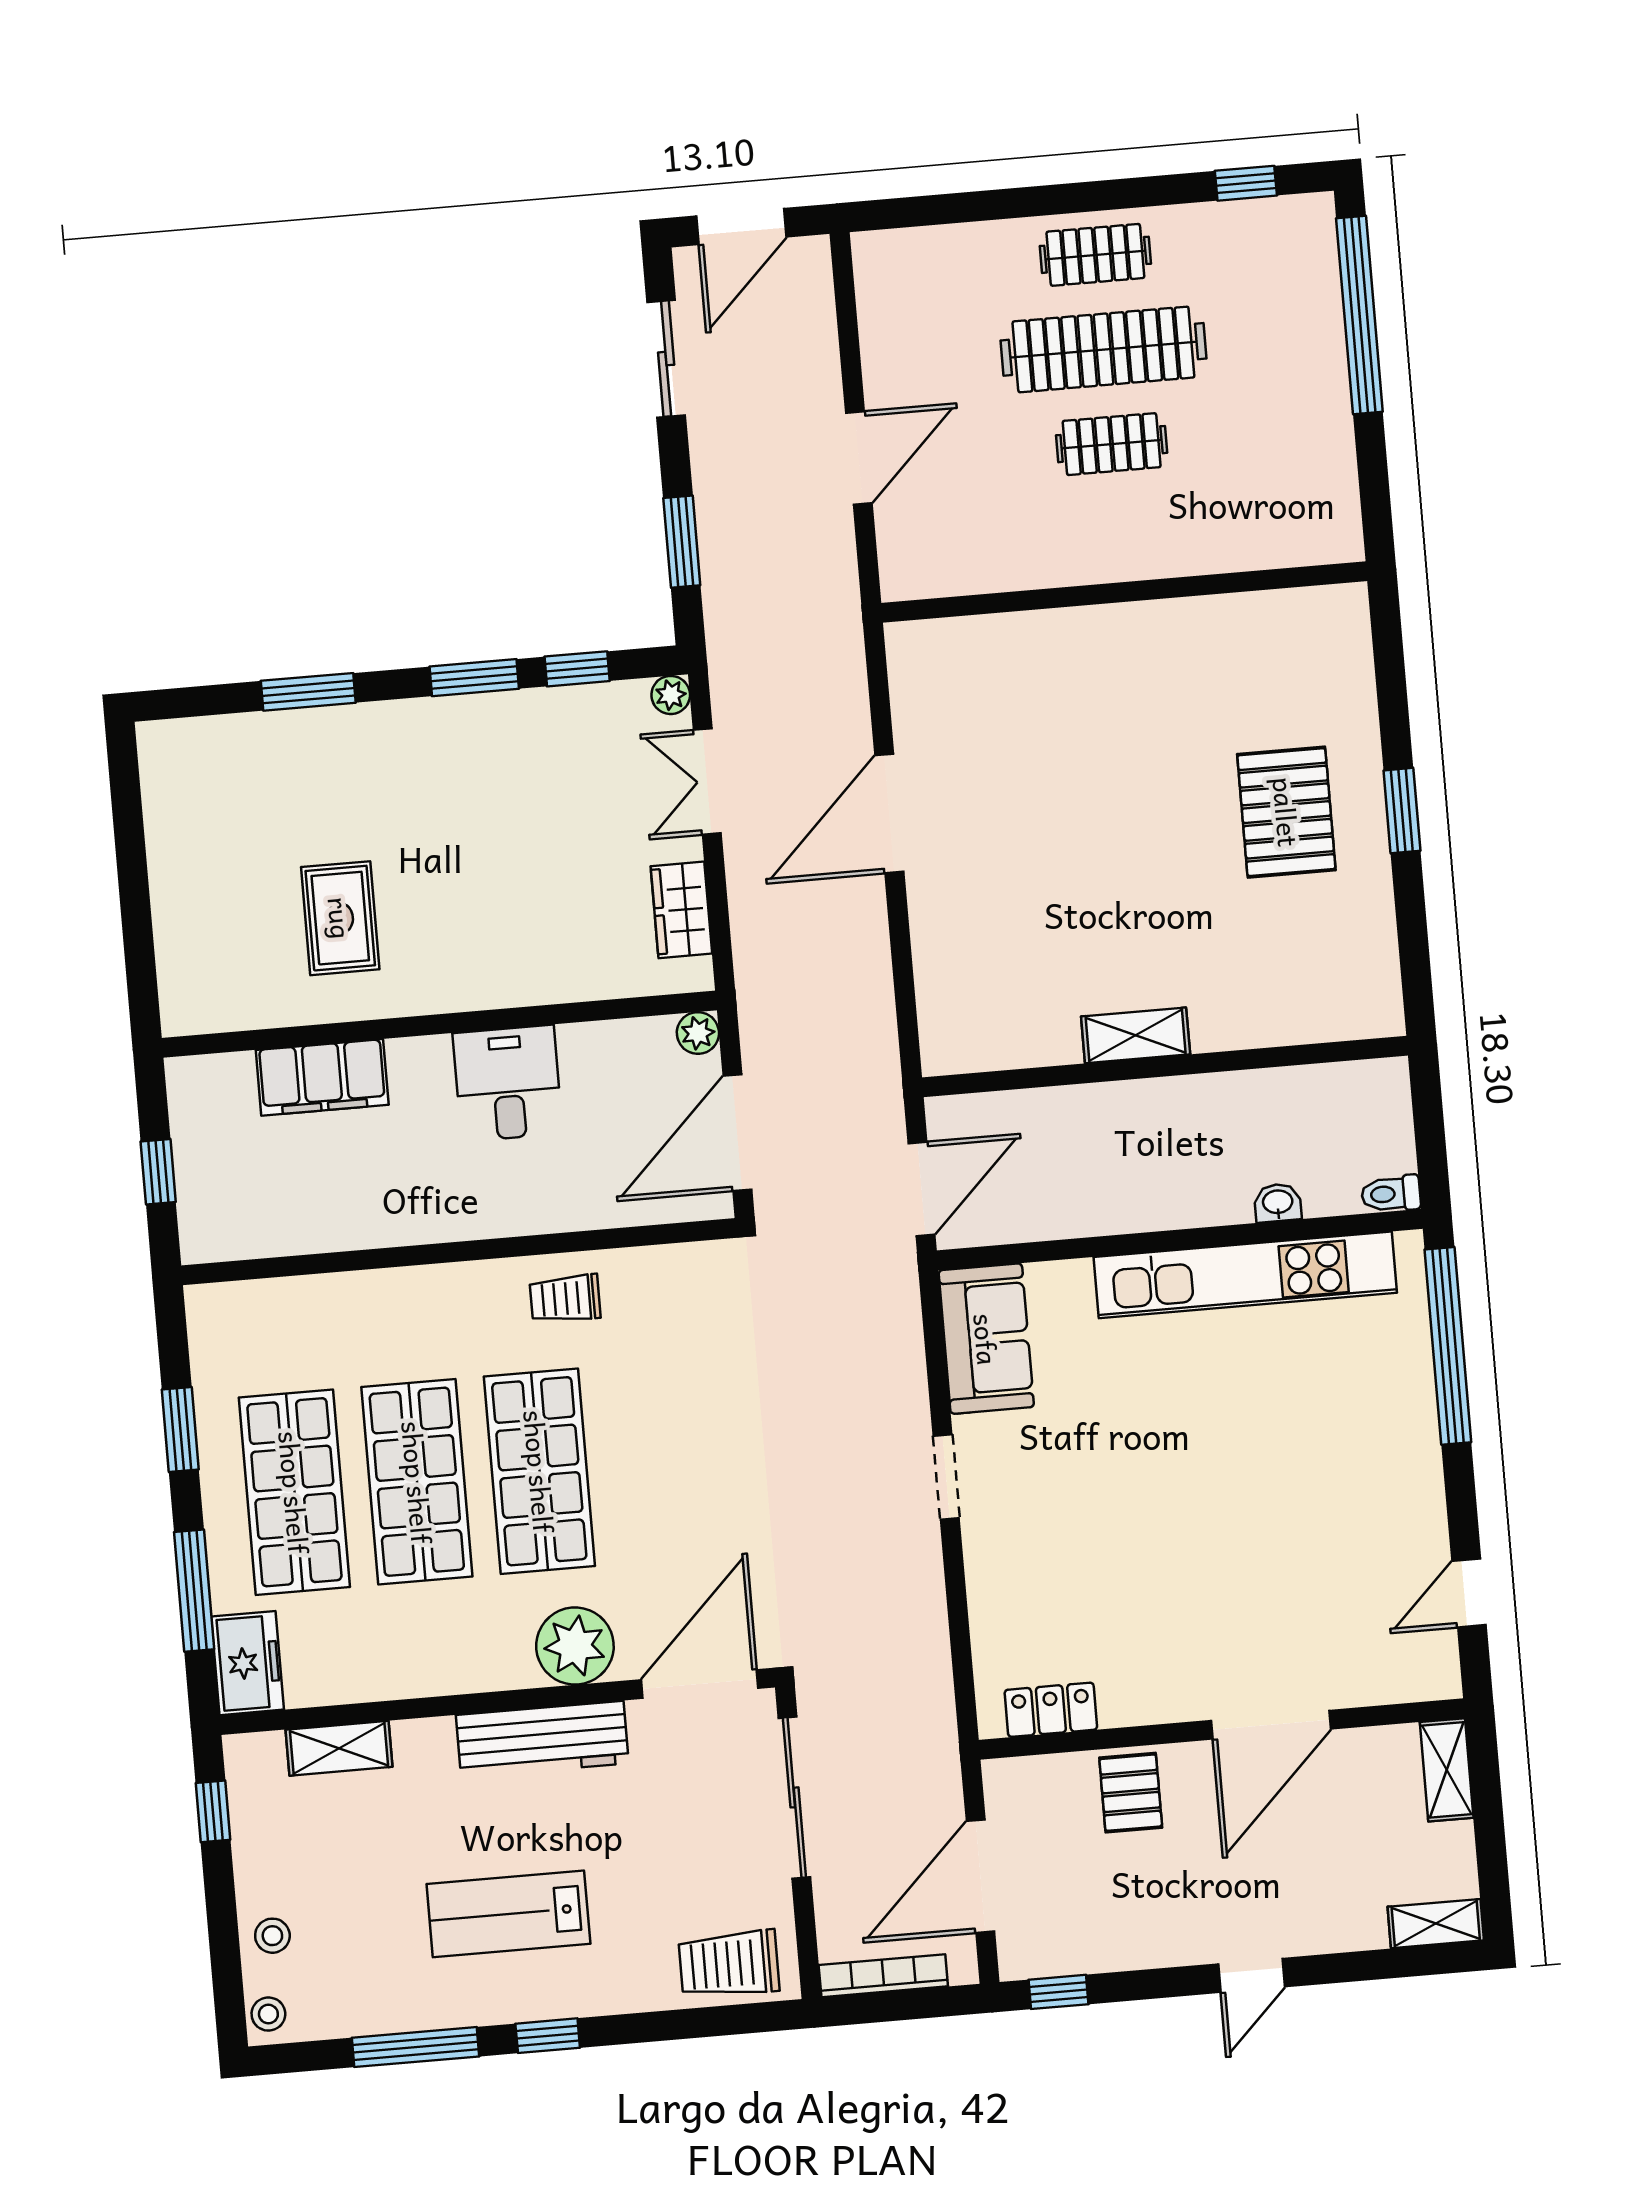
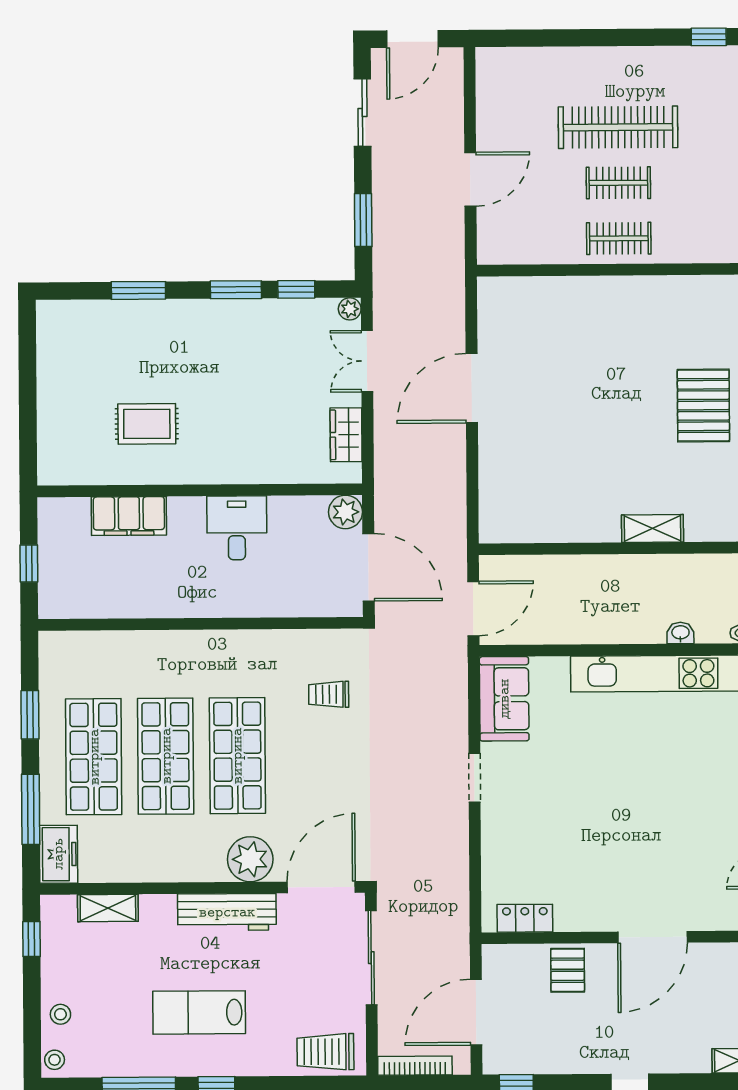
clothes rail: (1095, 255) -> (619, 238), moved
rug: (340, 918) -> (147, 424), turned 90
plant: (698, 1033) -> (345, 512), width x1.38, depth x1.38
shelving: (1136, 1035) -> (652, 528), moved
door: (737, 1133) -> (369, 567), swing flipped
trolley: (565, 1299) -> (329, 694), moved

